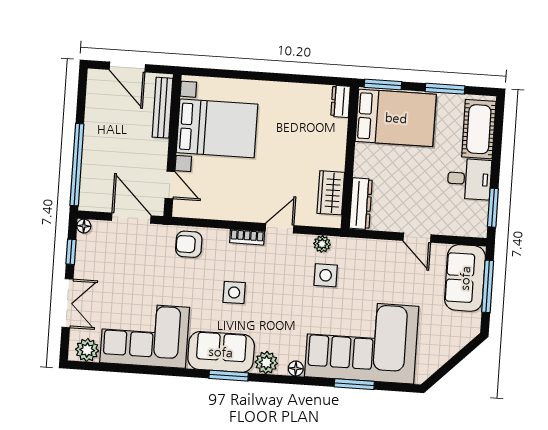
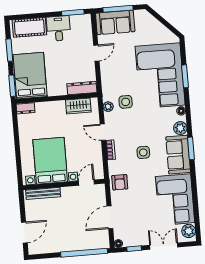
bench: (162, 108) -> (43, 193), moved
bed with nightstands: (217, 128) -> (50, 161), moved
wall: (172, 146) -> (64, 184), moved
door: (170, 185) -> (86, 183), moved

